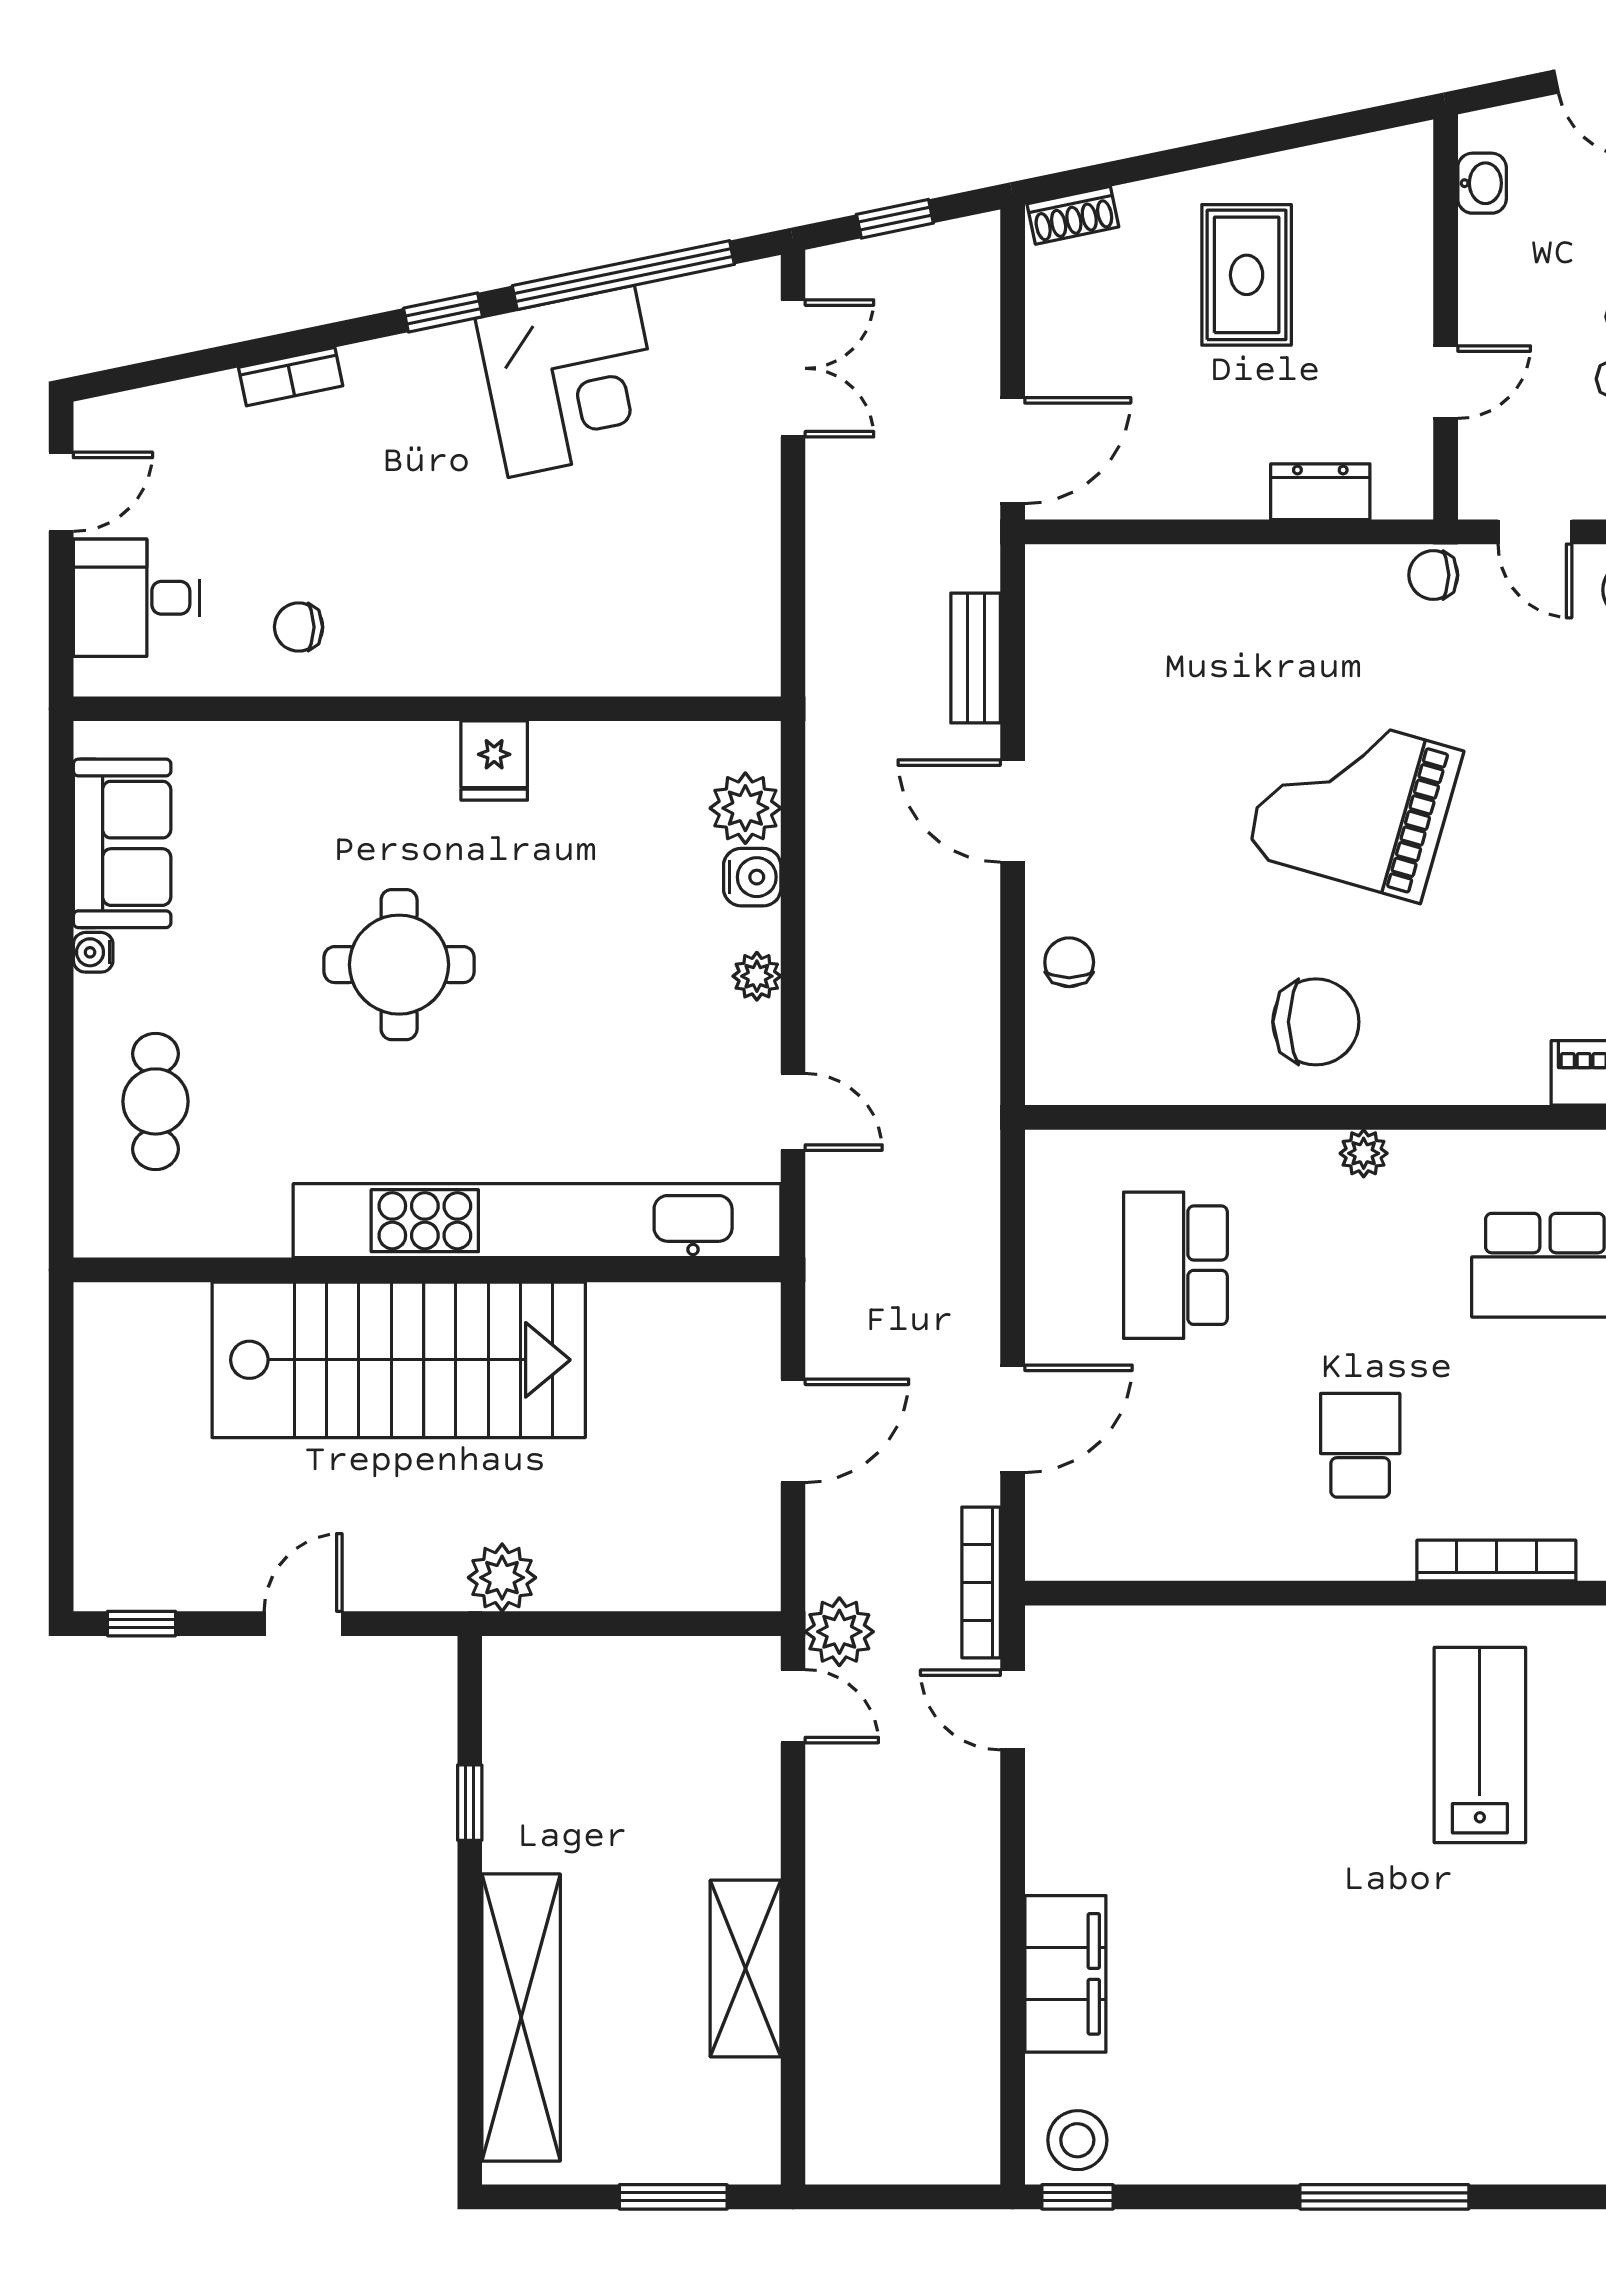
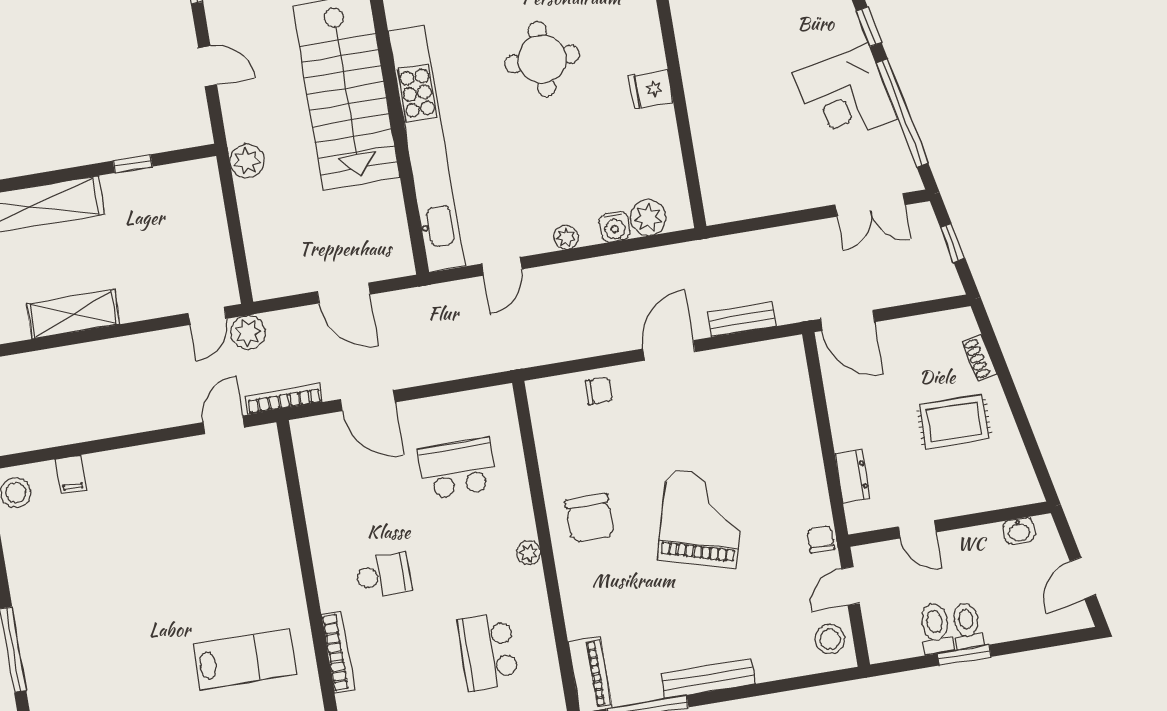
shoe rack: (1073, 215) -> (980, 358), moved
filing cabinet: (1065, 1974) -> (71, 474), width x0.33, depth x0.86

